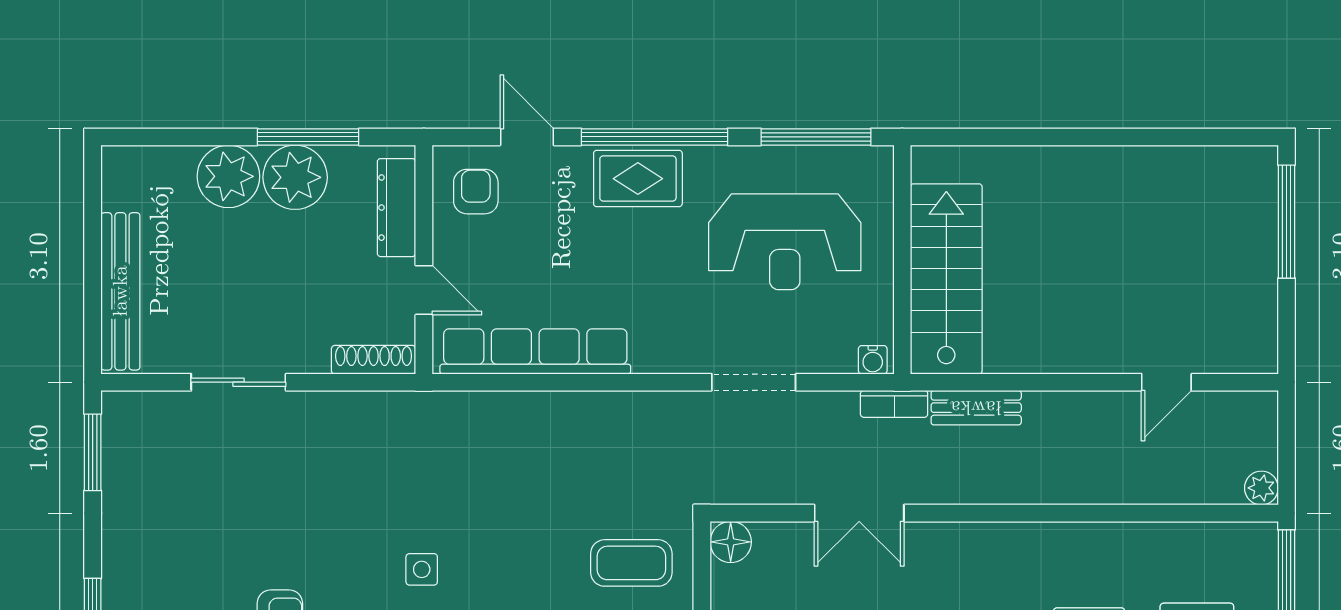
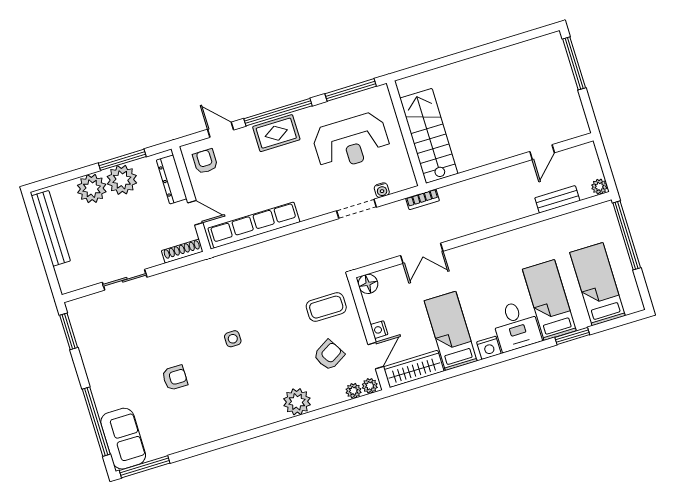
bench: (120, 291) -> (51, 228), moved
water cooler: (873, 360) -> (382, 190), moved
bench: (976, 408) -> (557, 199), moved

